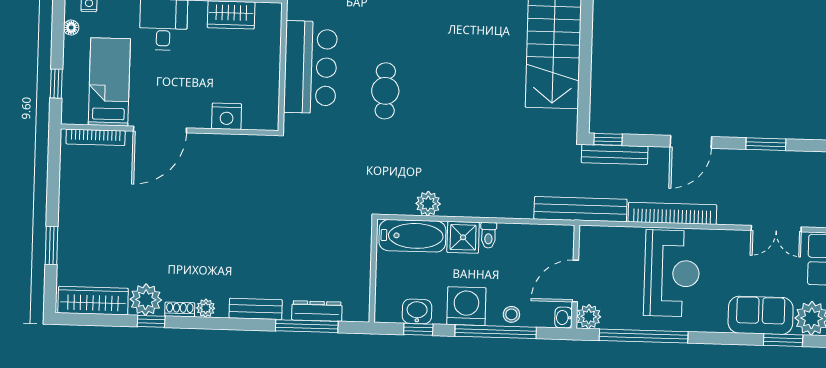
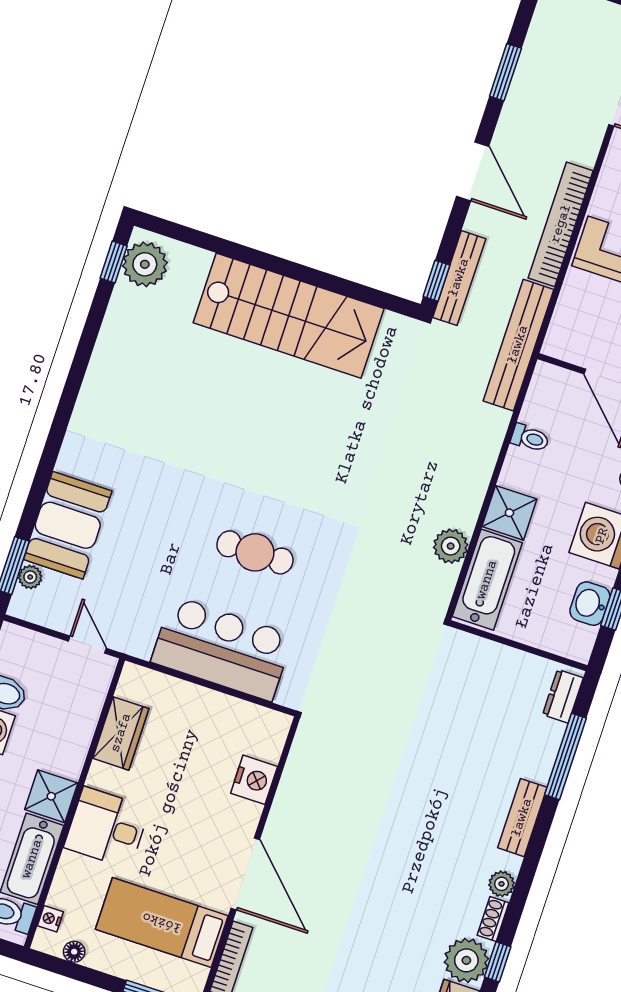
cafe table: (385, 91) -> (255, 552), moved
toilet: (489, 235) -> (530, 438), moved
dresser: (317, 311) -> (563, 696), moved, width x0.70

